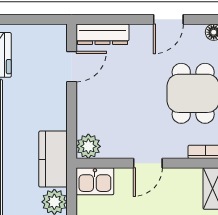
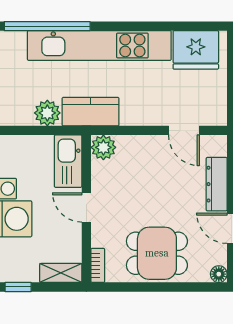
dresser: (103, 34) -> (217, 184), moved
kitchen sink: (95, 181) -> (68, 161), width x1.38

